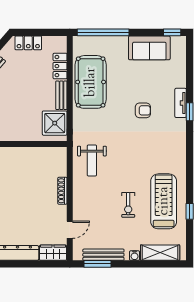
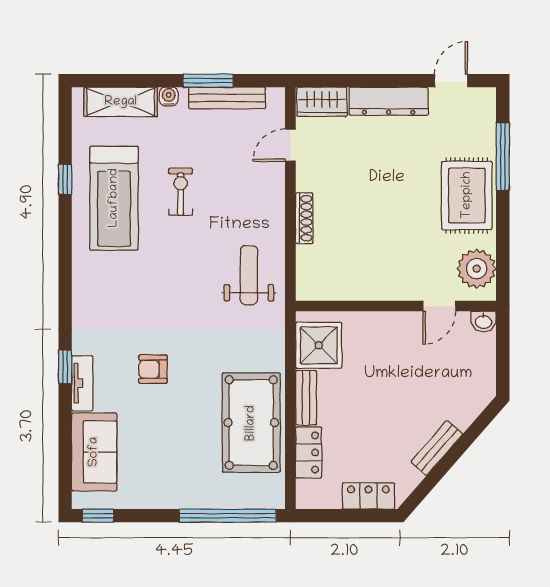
sofa: (149, 48) -> (94, 452), moved, turned 90
window: (97, 264) -> (208, 81), moved

